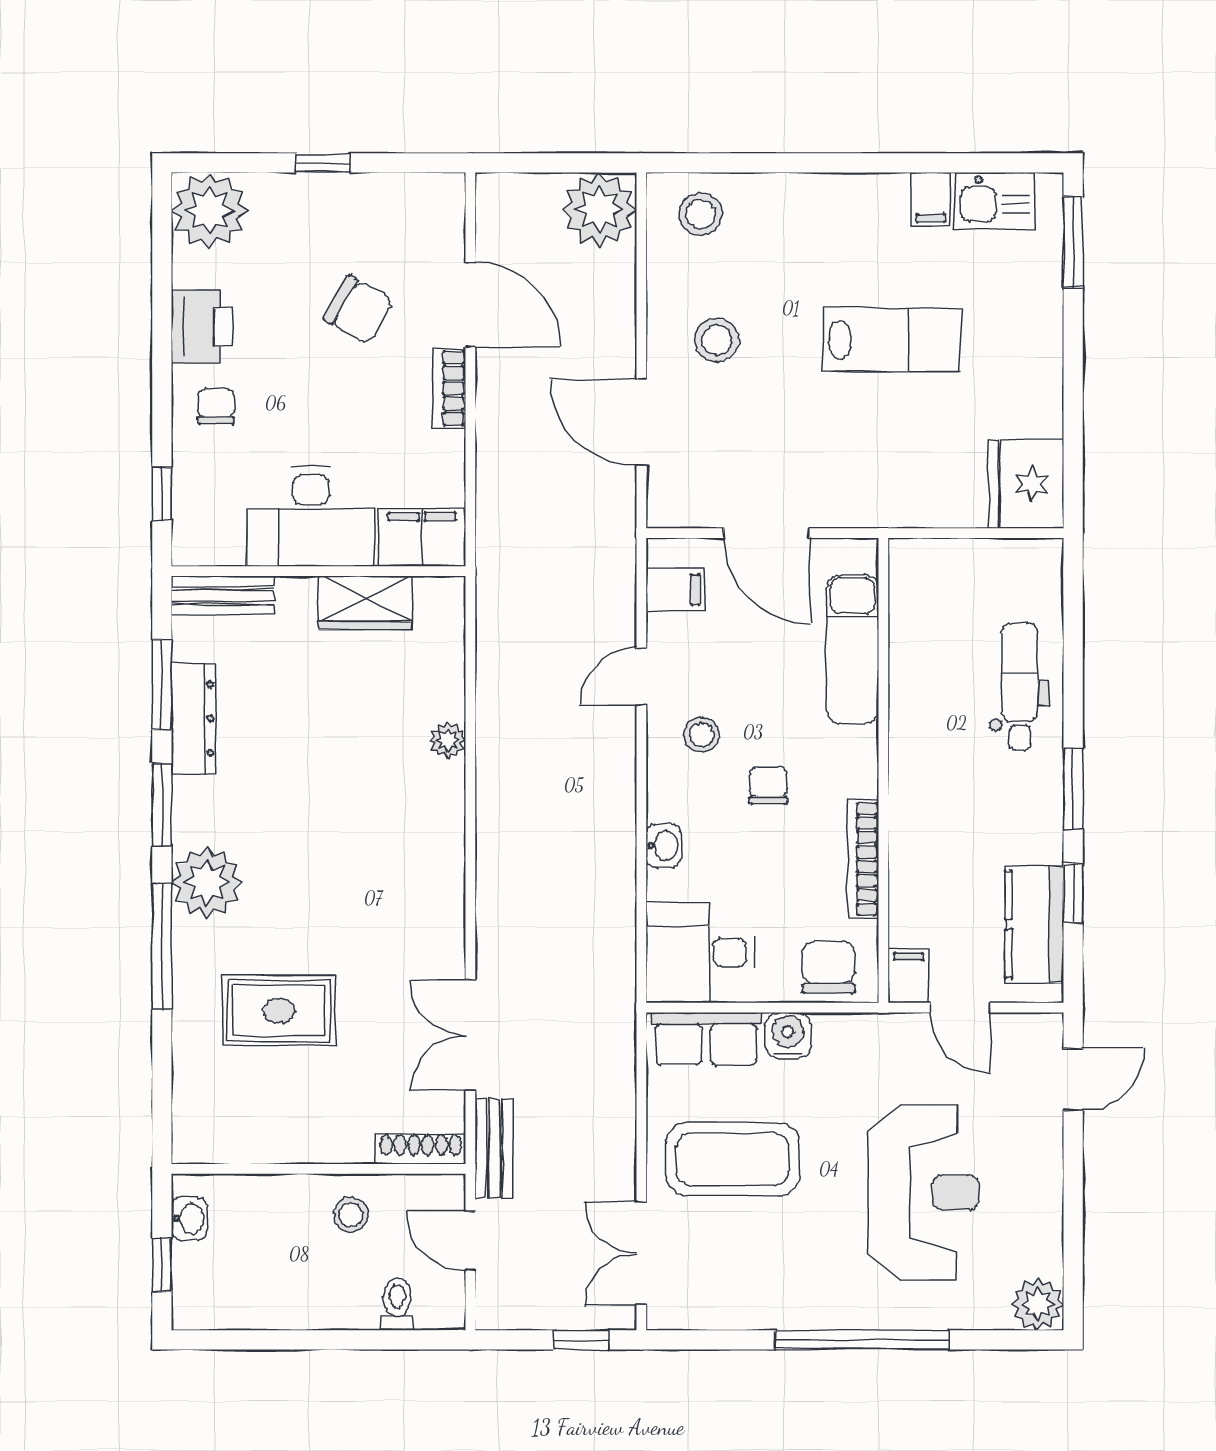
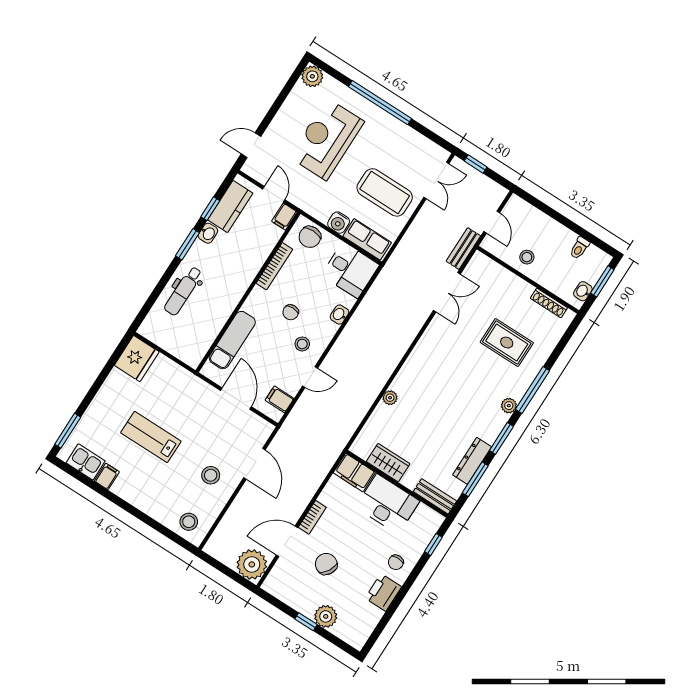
plant: (209, 210) -> (326, 616), moved, width x0.73, depth x0.73
plant: (599, 210) -> (252, 564), moved
door: (470, 305) -> (287, 541), hinge flipped
washbasin: (1045, 839) -> (208, 233), added
plant: (207, 882) -> (509, 406), width x0.53, depth x0.53
shoe rack: (421, 1149) -> (549, 303), moved
window: (162, 1265) -> (602, 281), width x1.50
toilet: (397, 1304) -> (579, 248), moved

